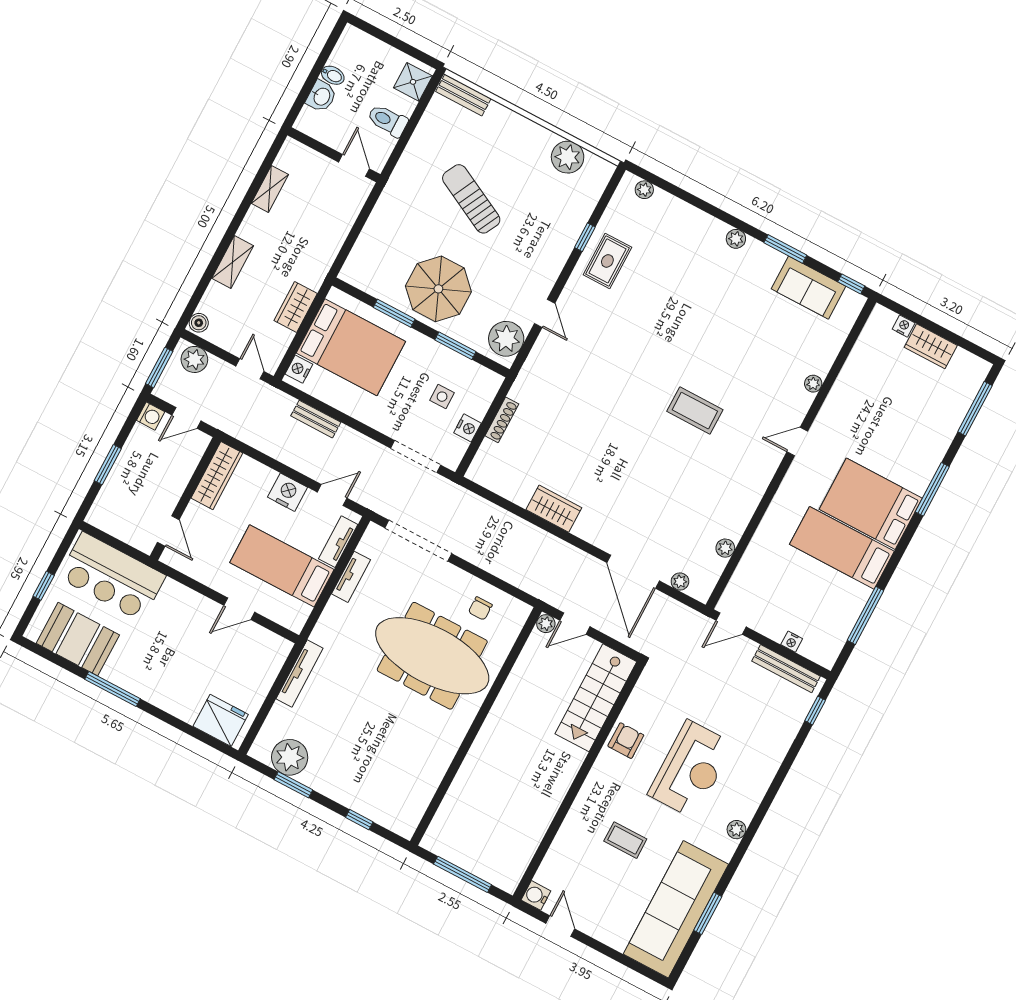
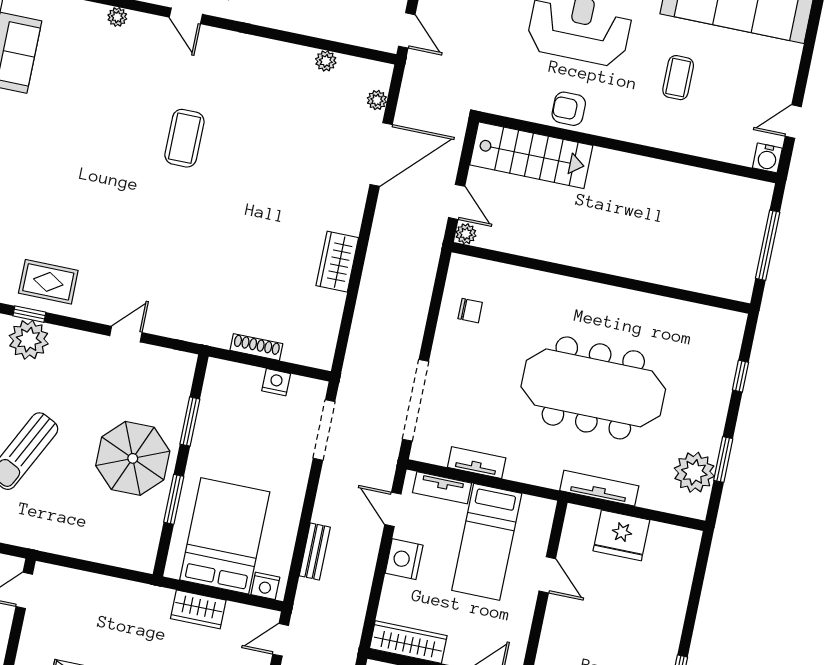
plant: (506, 339) -> (29, 340), moved
side table: (442, 397) -> (250, 420), removed
meeting table: (432, 656) -> (593, 388), moved, turned 90
fridge: (221, 720) -> (621, 535), moved, turned -90

